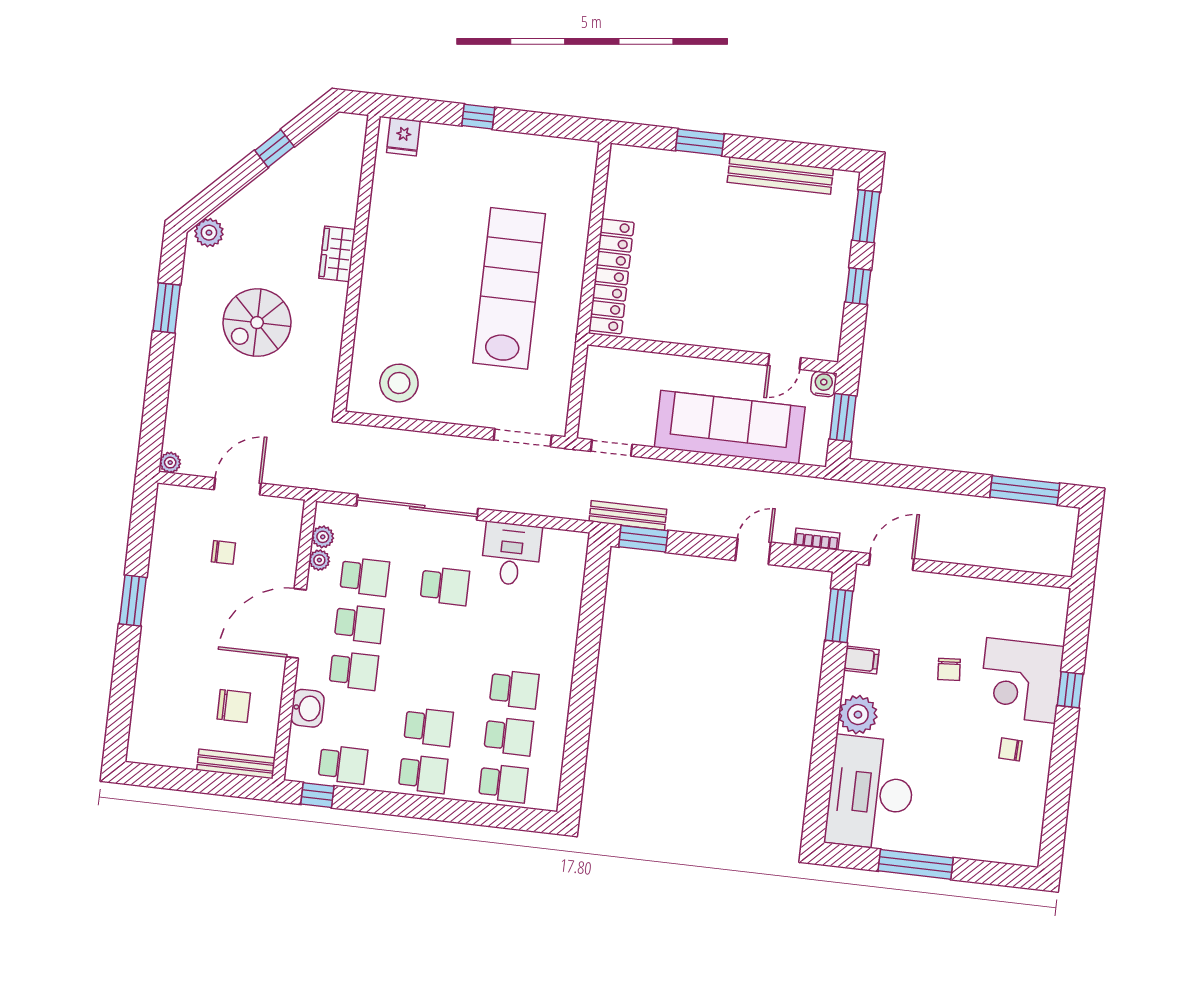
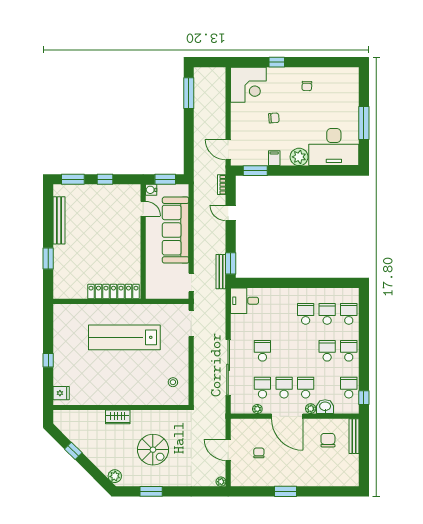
stool: (399, 383) -> (173, 382), width x0.53, depth x0.53
plant: (323, 537) -> (311, 409), moved
desk: (511, 554) -> (245, 301), moved
corner desk: (1021, 680) -> (248, 85), moved

